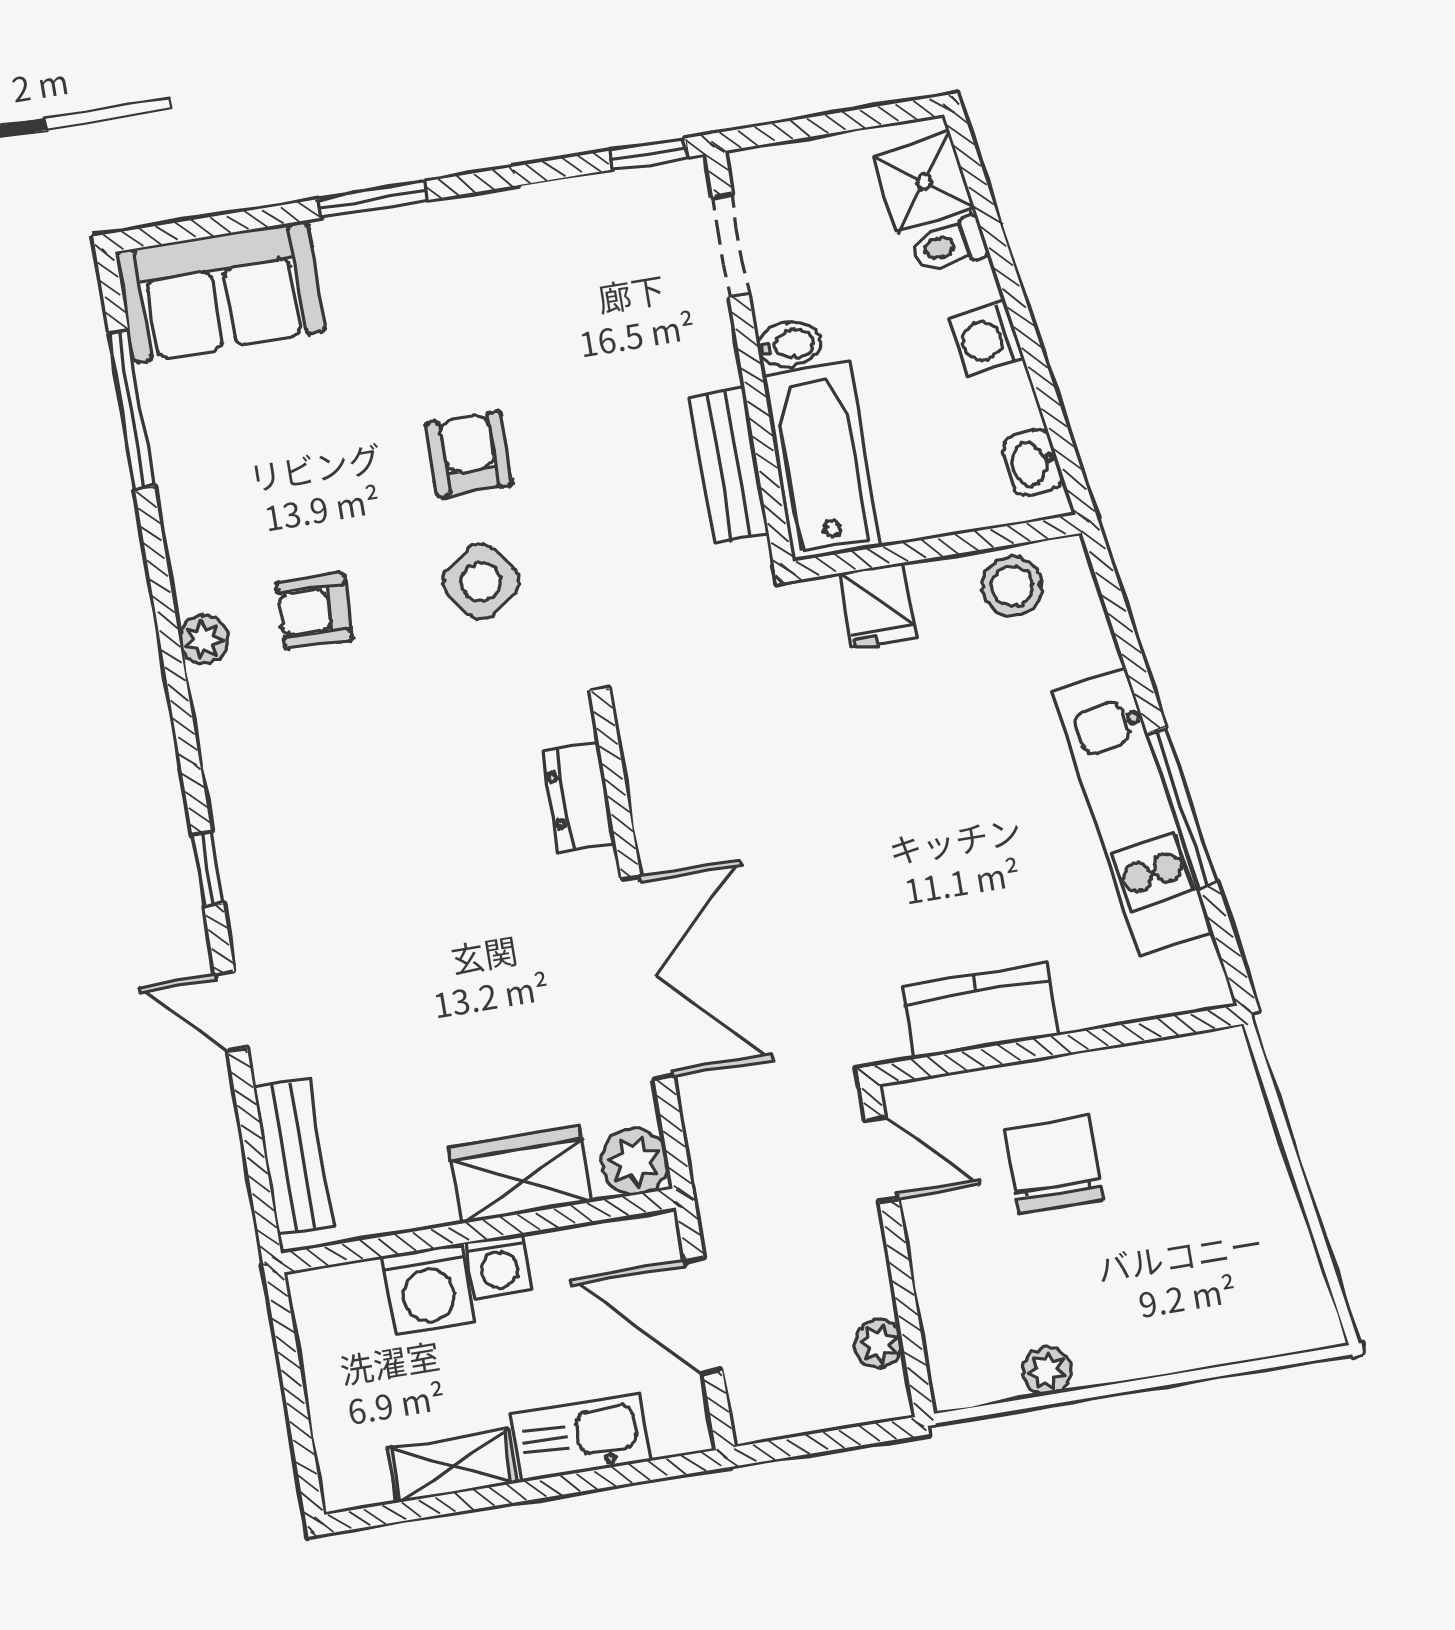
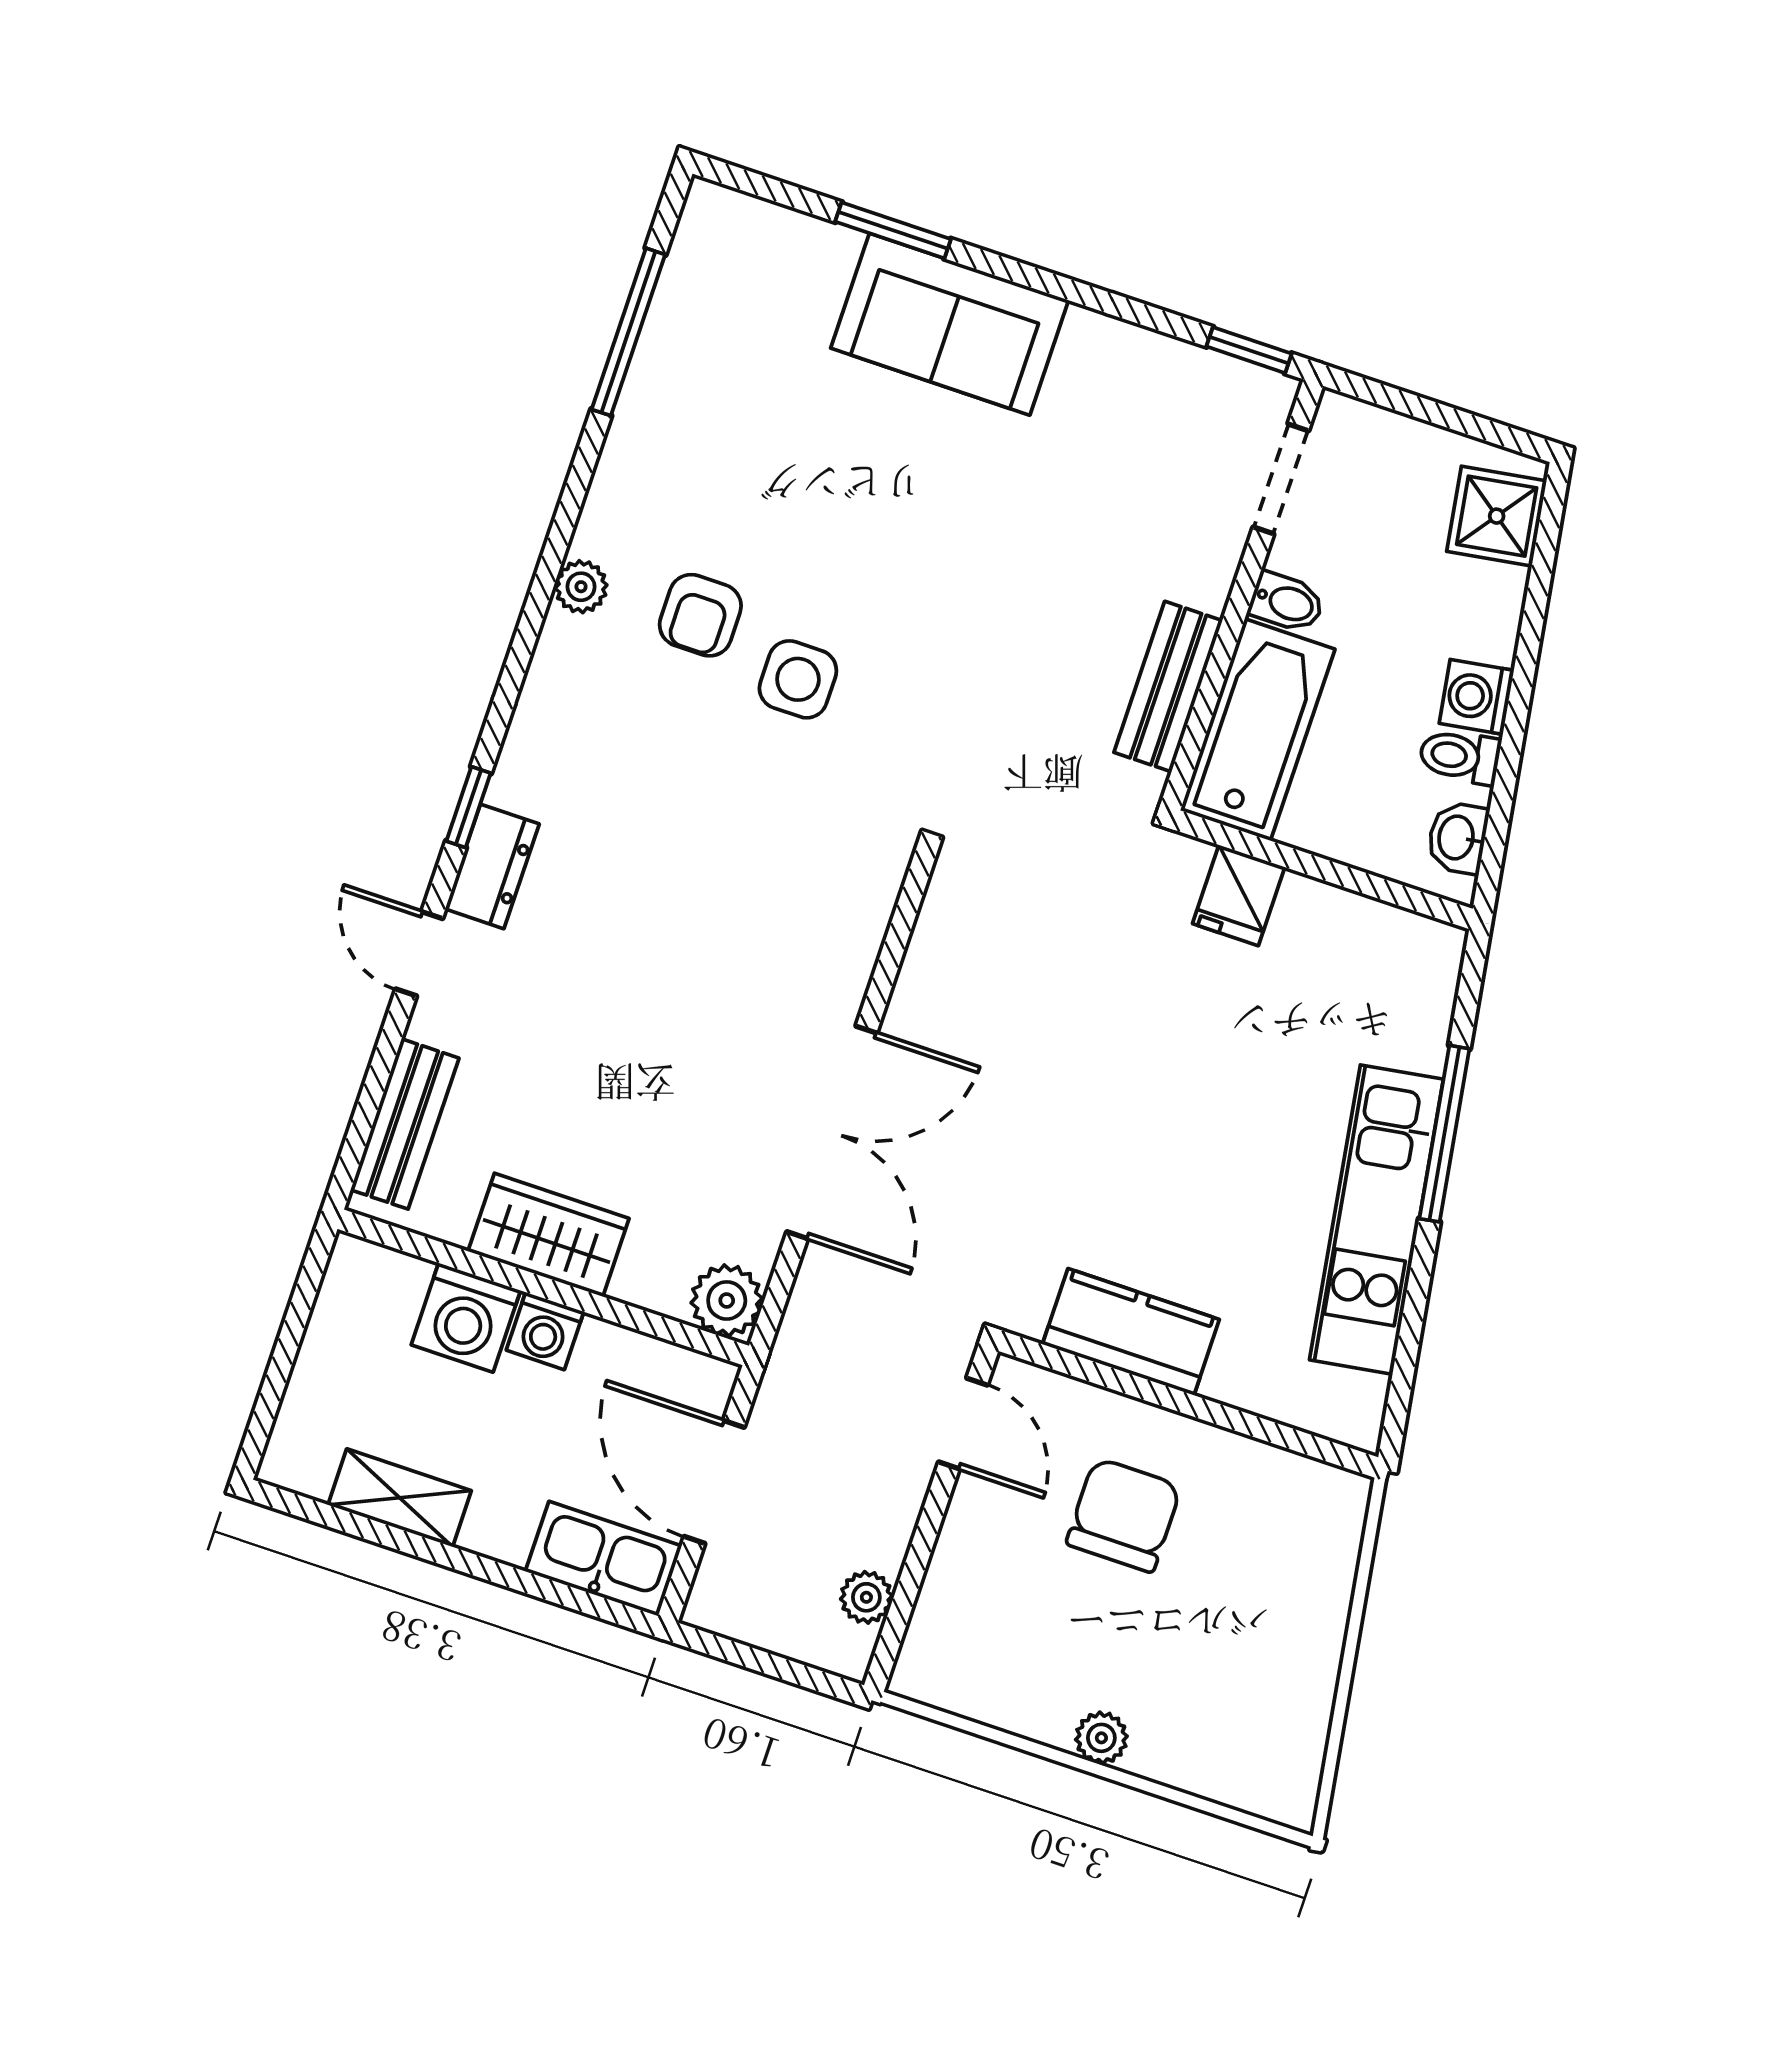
window: (373, 200) -> (893, 230), moved
toilet: (949, 245) -> (1460, 757), moved
sofa: (221, 292) -> (950, 324), moved
armchair: (469, 454) -> (927, 545), removed
side table: (481, 582) -> (798, 679), moved, turned 36
stool: (1012, 586) -> (1376, 945), removed
armchair: (314, 611) -> (700, 615), turned -92
dresser: (579, 797) -> (492, 866), moved, turned 180
window: (1182, 808) -> (1444, 1134), moved
wardrobe: (520, 1175) -> (549, 1235), moved
plant: (1047, 1371) -> (1101, 1738), moved
kitchen sink: (581, 1438) -> (604, 1559), moved

